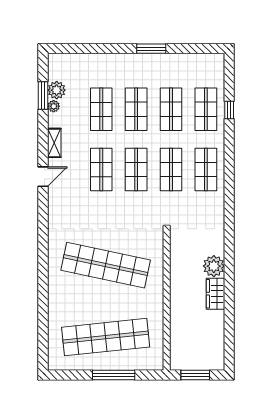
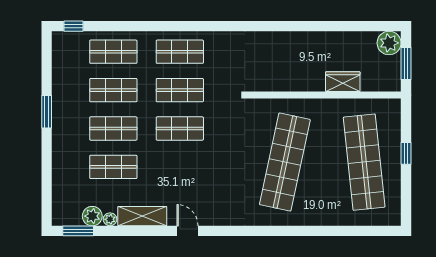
window: (43, 96) -> (78, 231), moved
window: (229, 110) -> (73, 26), moved
shelving: (54, 143) -> (142, 216), width x1.50, depth x1.33
shop shelf: (101, 170) -> (180, 167), removed
plant: (214, 266) -> (389, 43), moved
wardrobe: (216, 294) -> (343, 82), moved, turned 180
window: (114, 375) -> (406, 153), width x0.46

